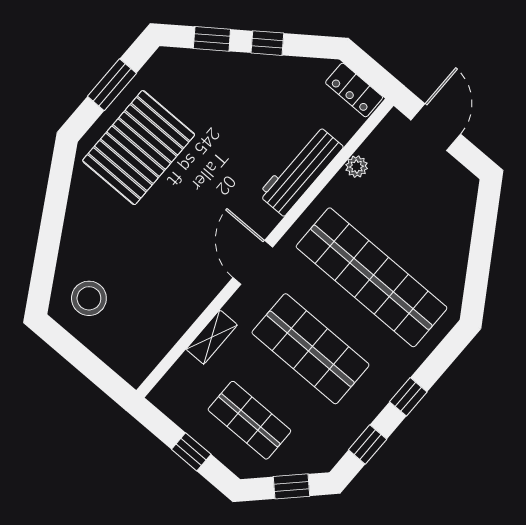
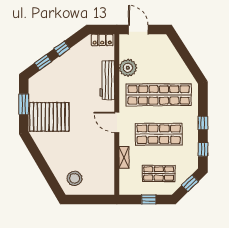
pallet: (139, 148) -> (49, 117), turned 90
plant: (357, 167) -> (128, 68), width x1.88, depth x1.88

